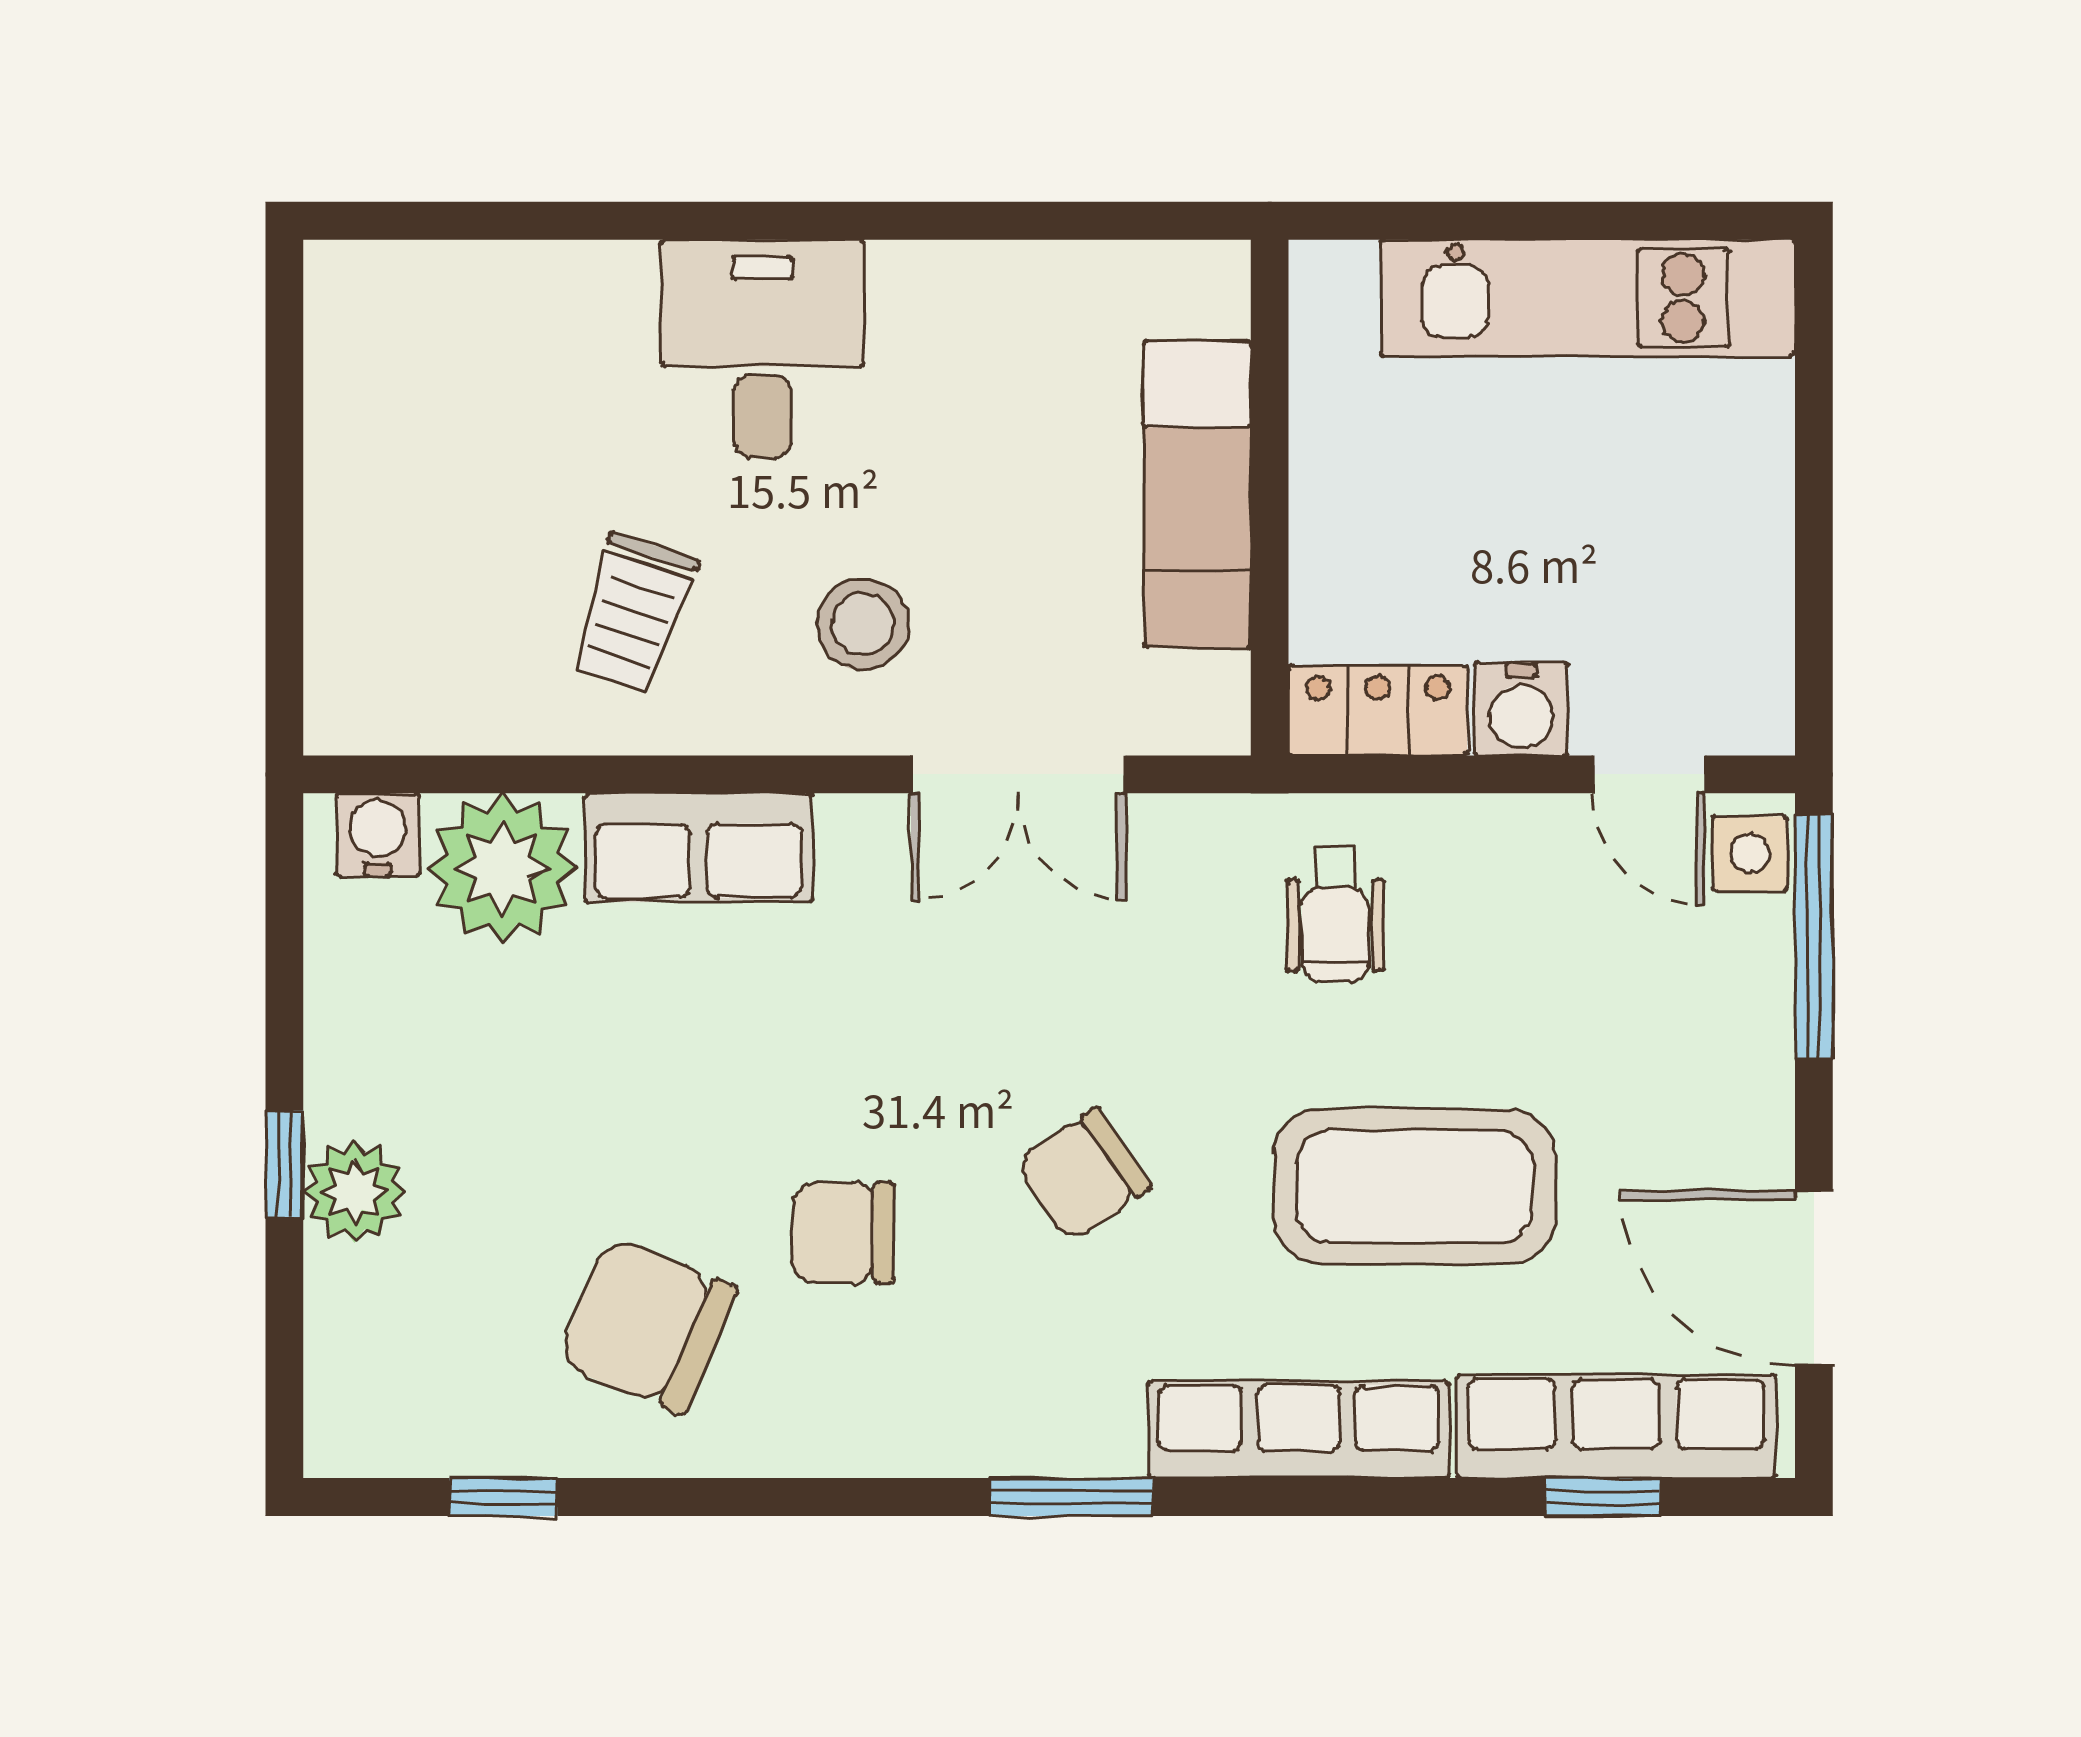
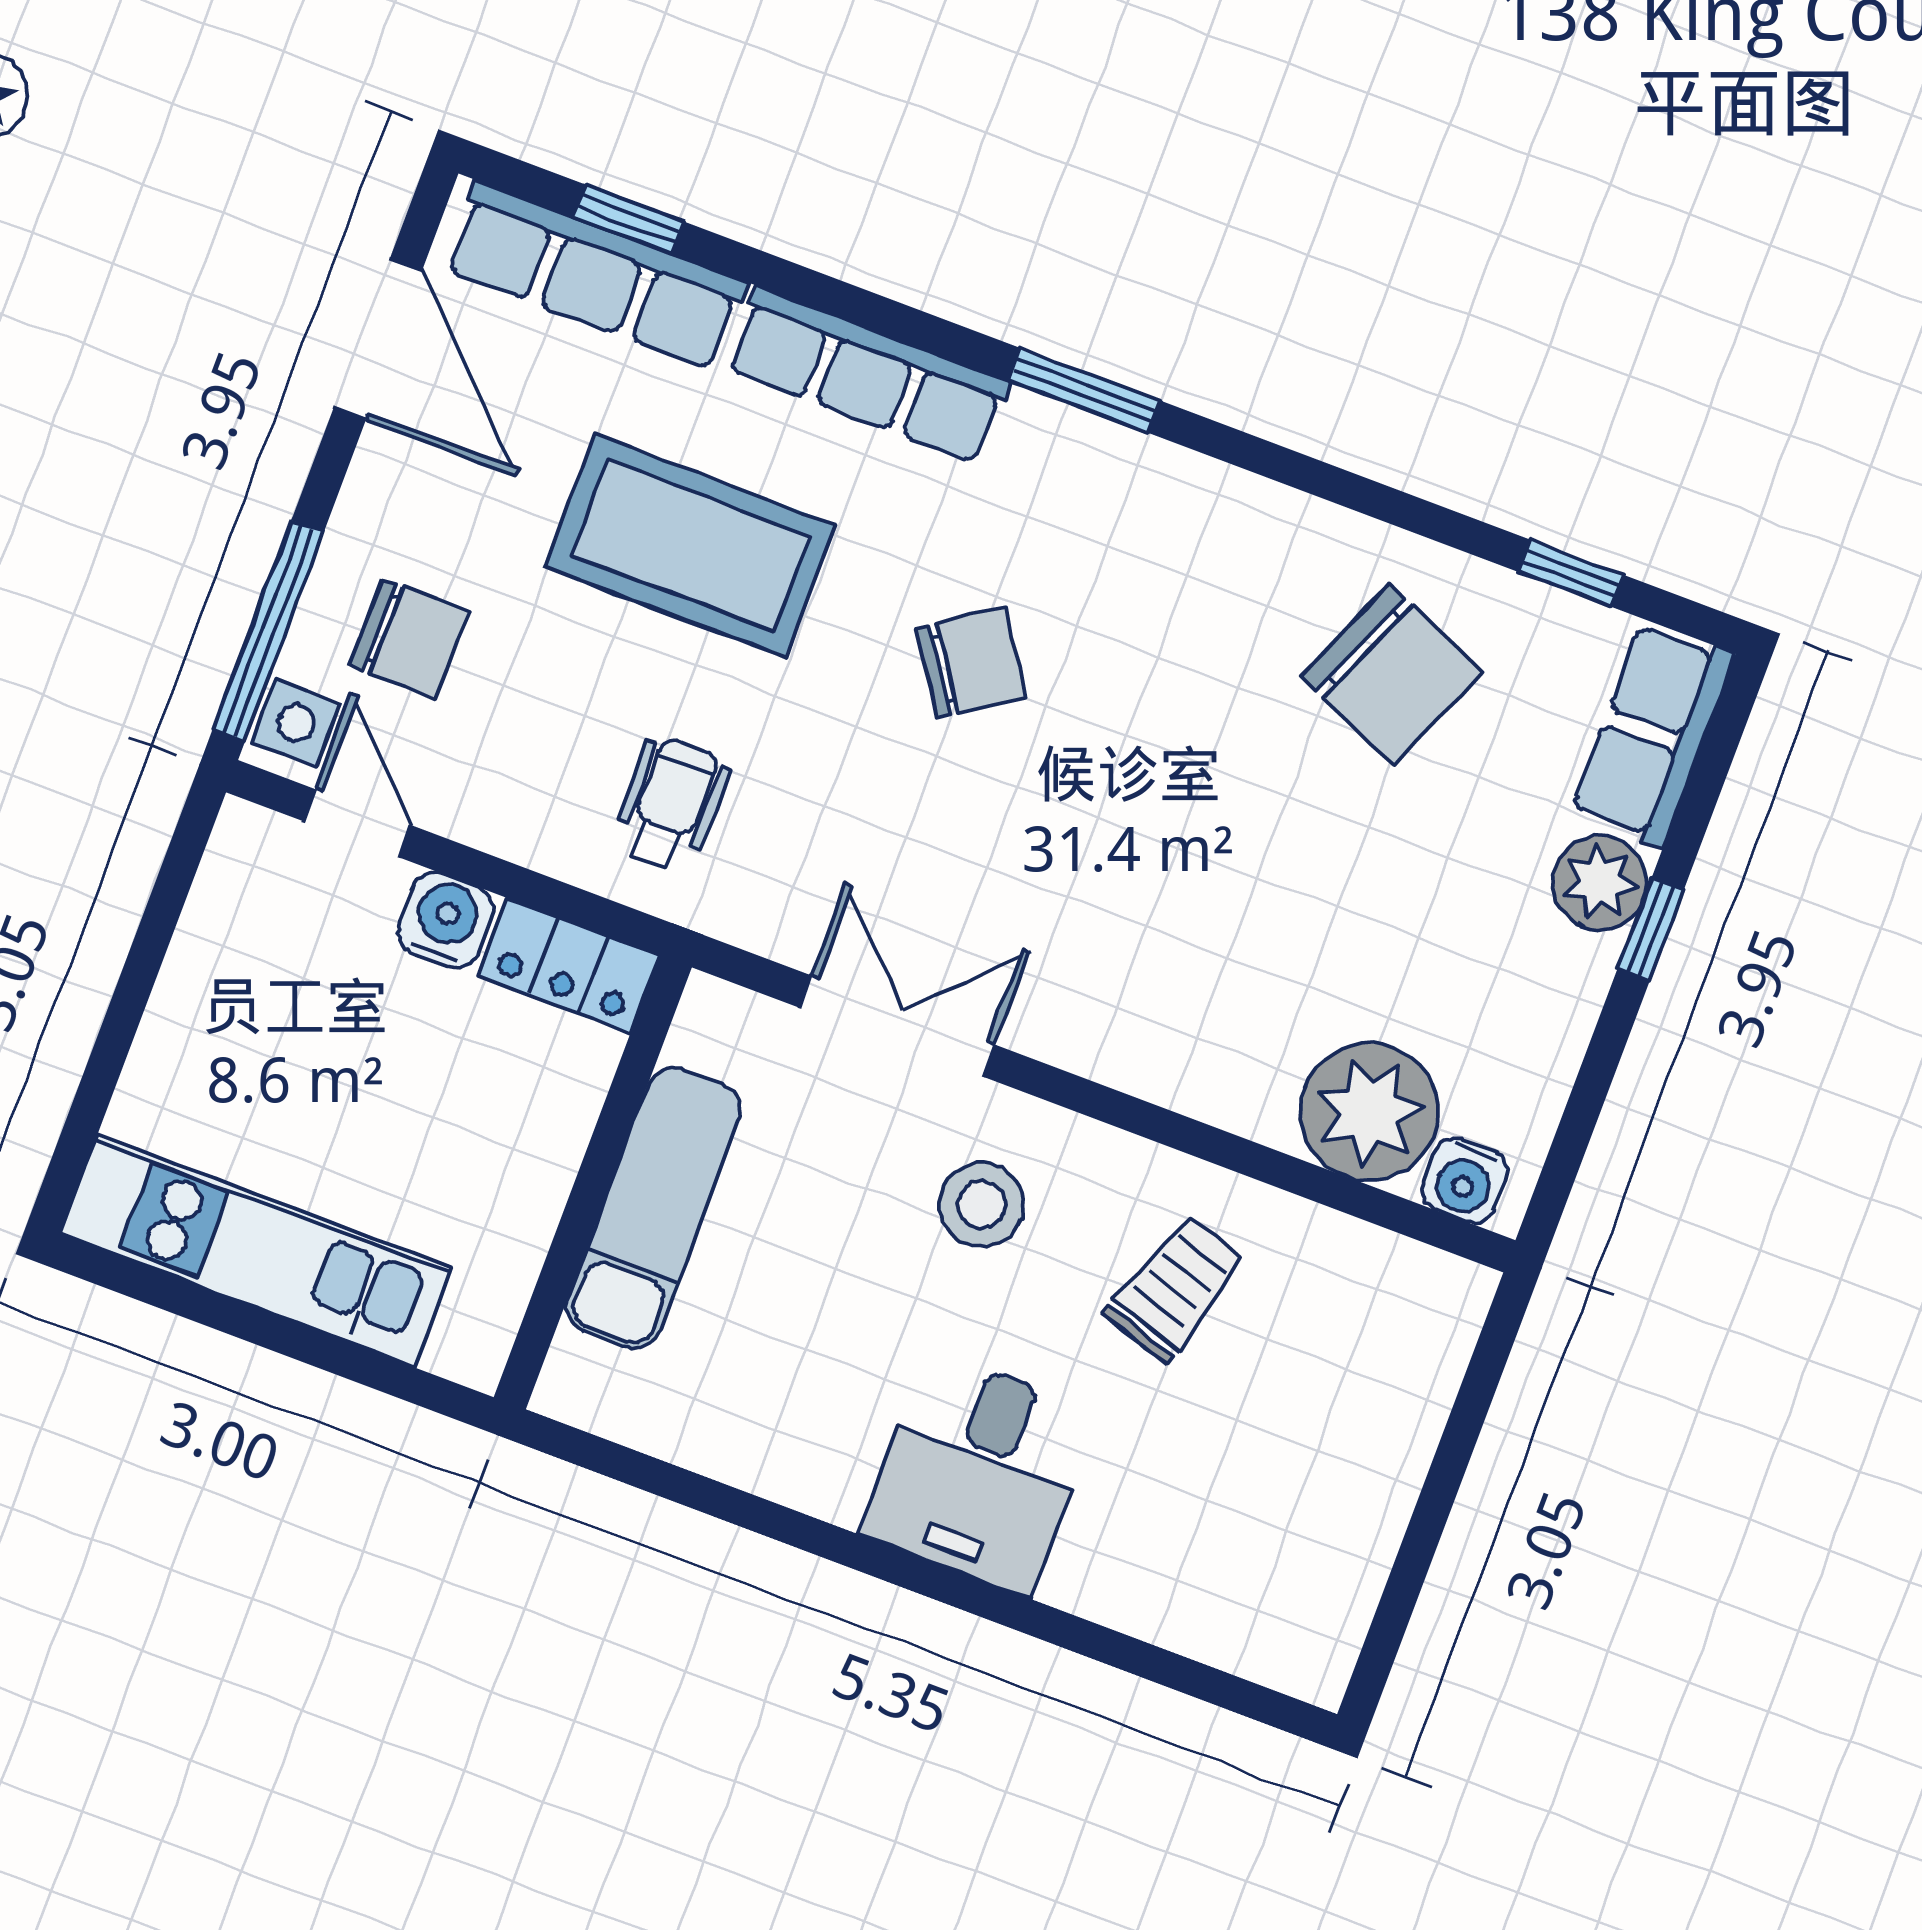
row of seats: (698, 848) -> (1653, 734), moved, turned -90
chair: (843, 1233) -> (409, 639), moved

